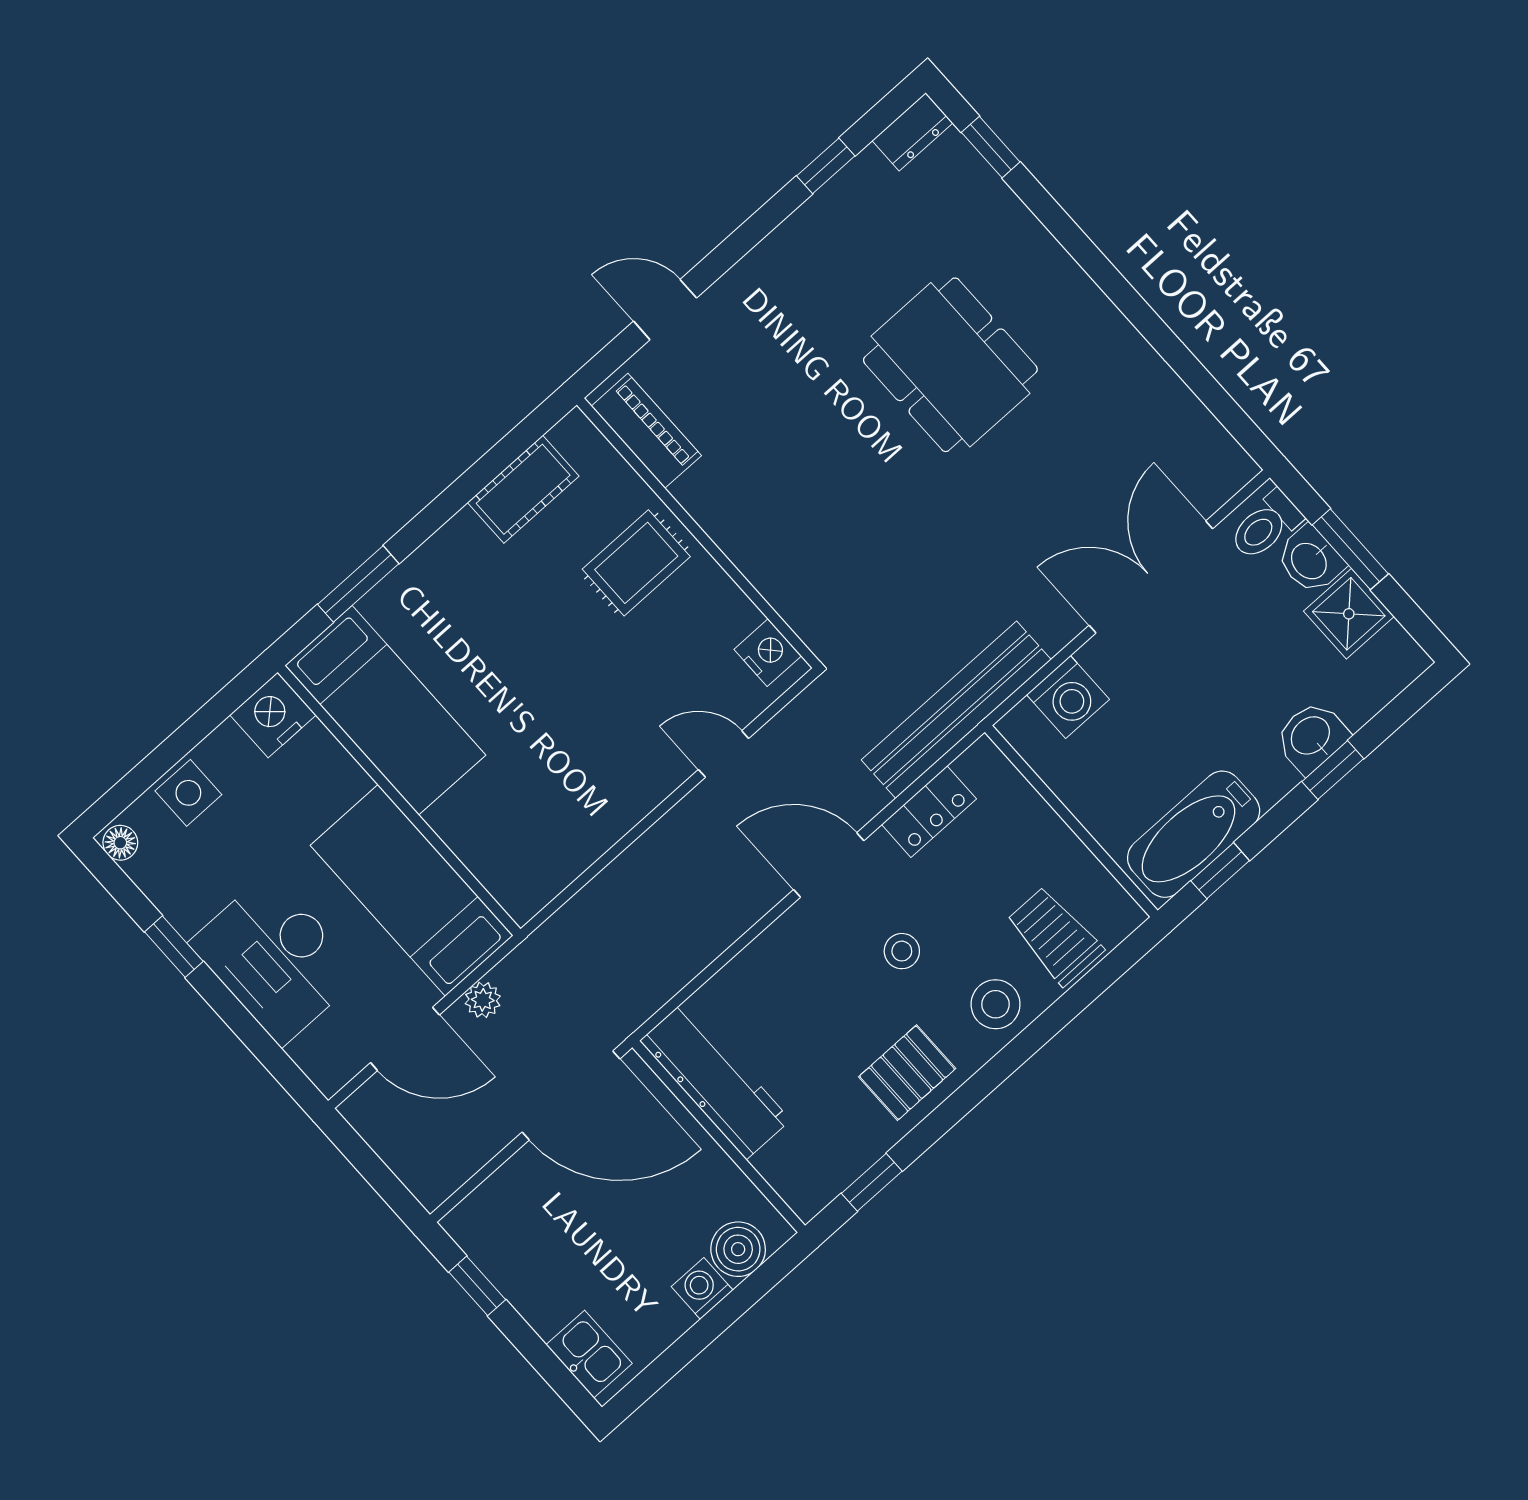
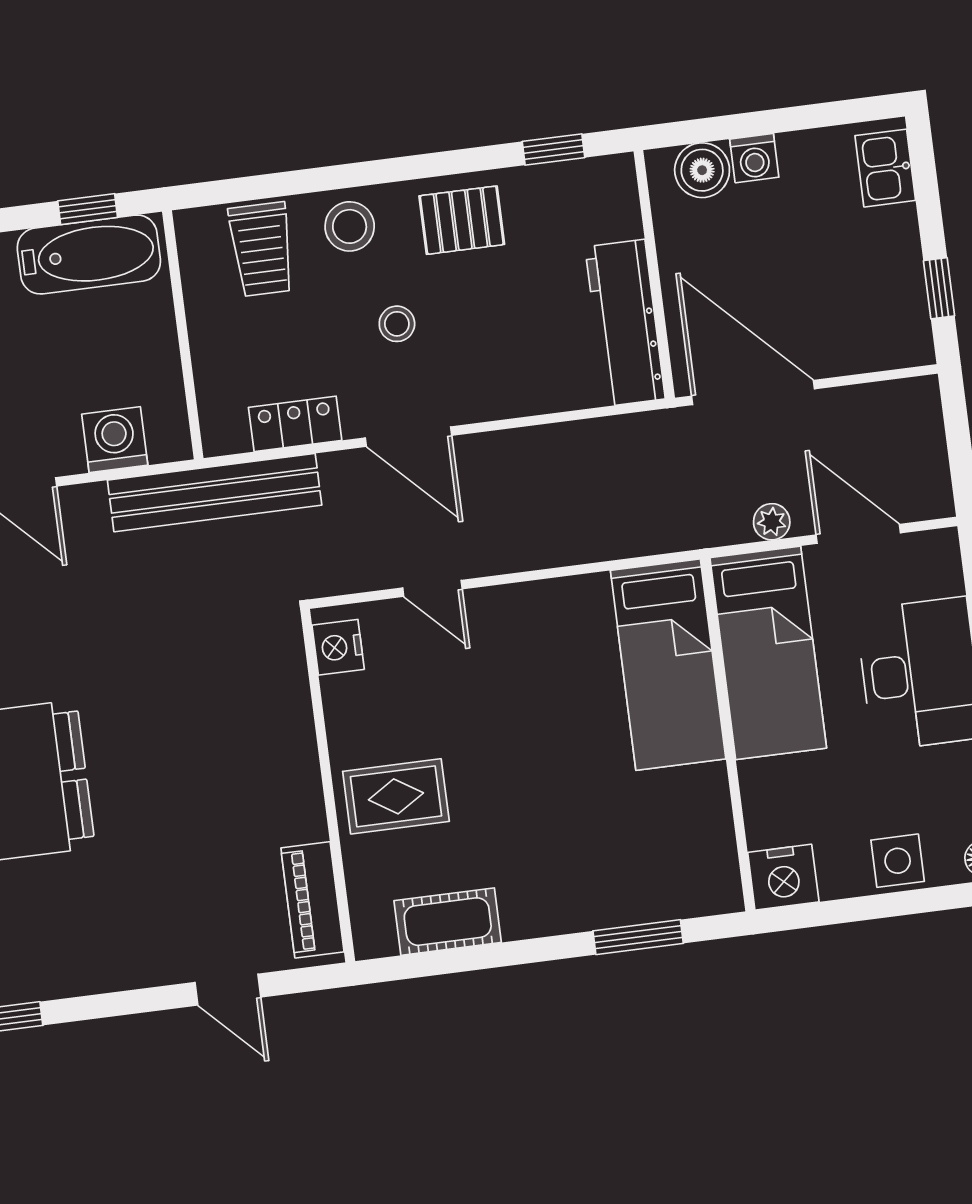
bed: (385, 710) -> (668, 665), moved, turned 180

